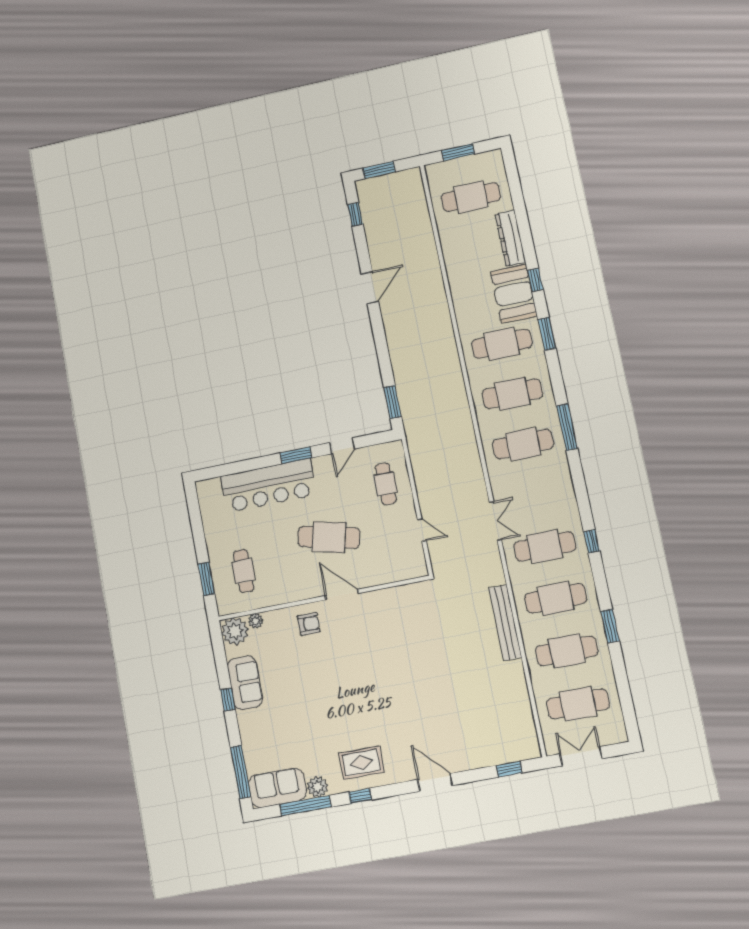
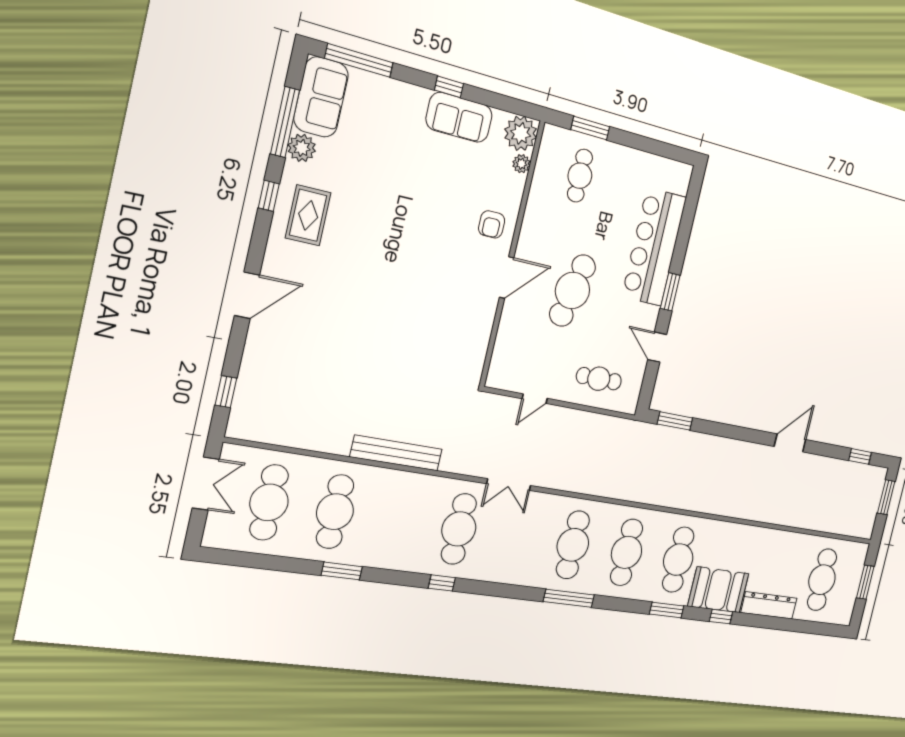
door: (370, 288) -> (790, 443), swing flipped
cafe table: (244, 571) -> (580, 176), turned 90
cafe table: (556, 598) -> (398, 520), removed

